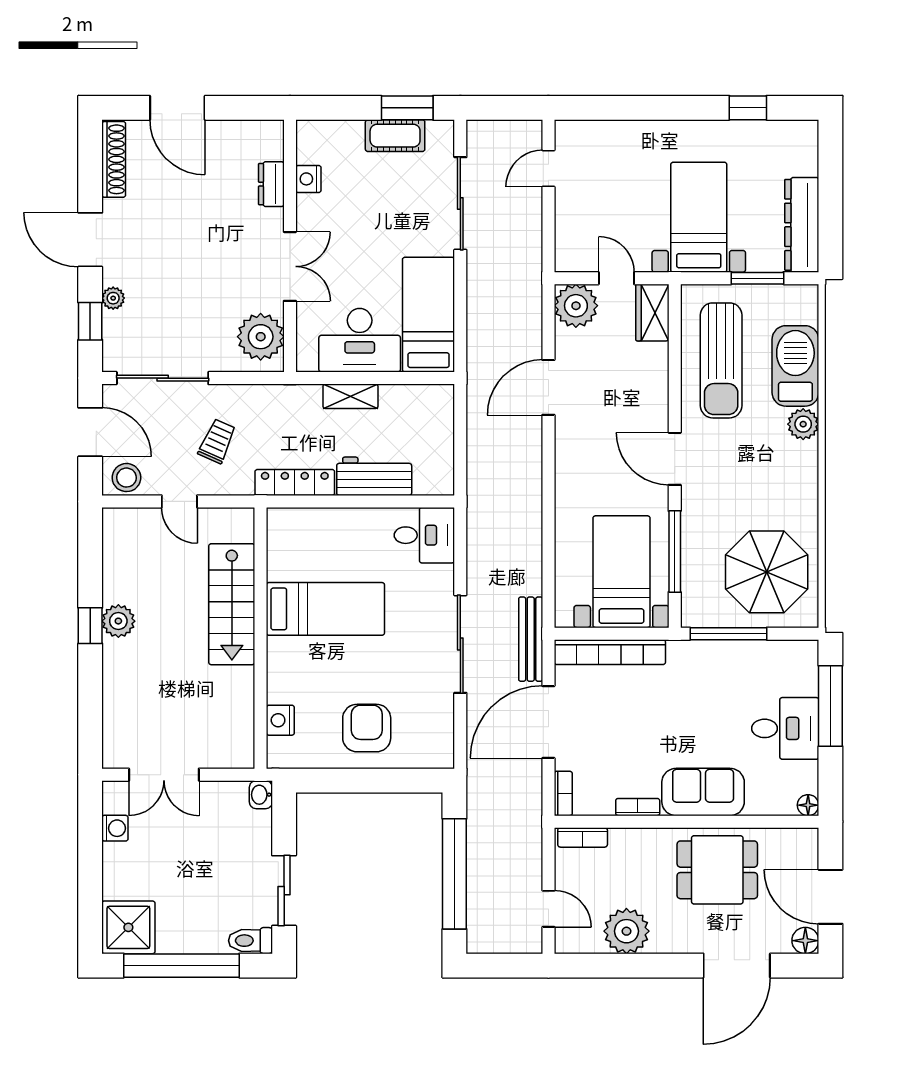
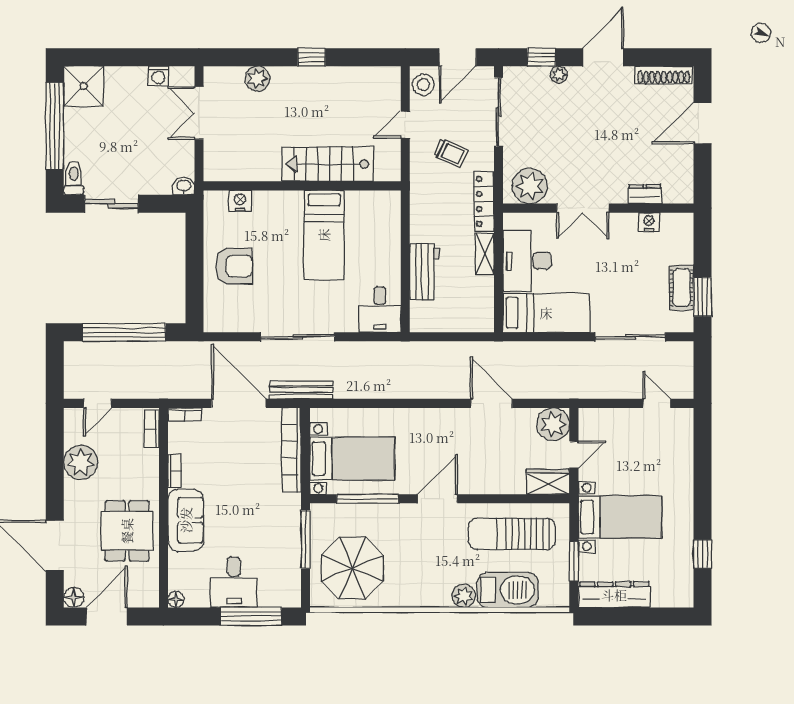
locker: (295, 482) -> (484, 201), moved, turned 180
plant: (118, 621) -> (257, 79), moved

